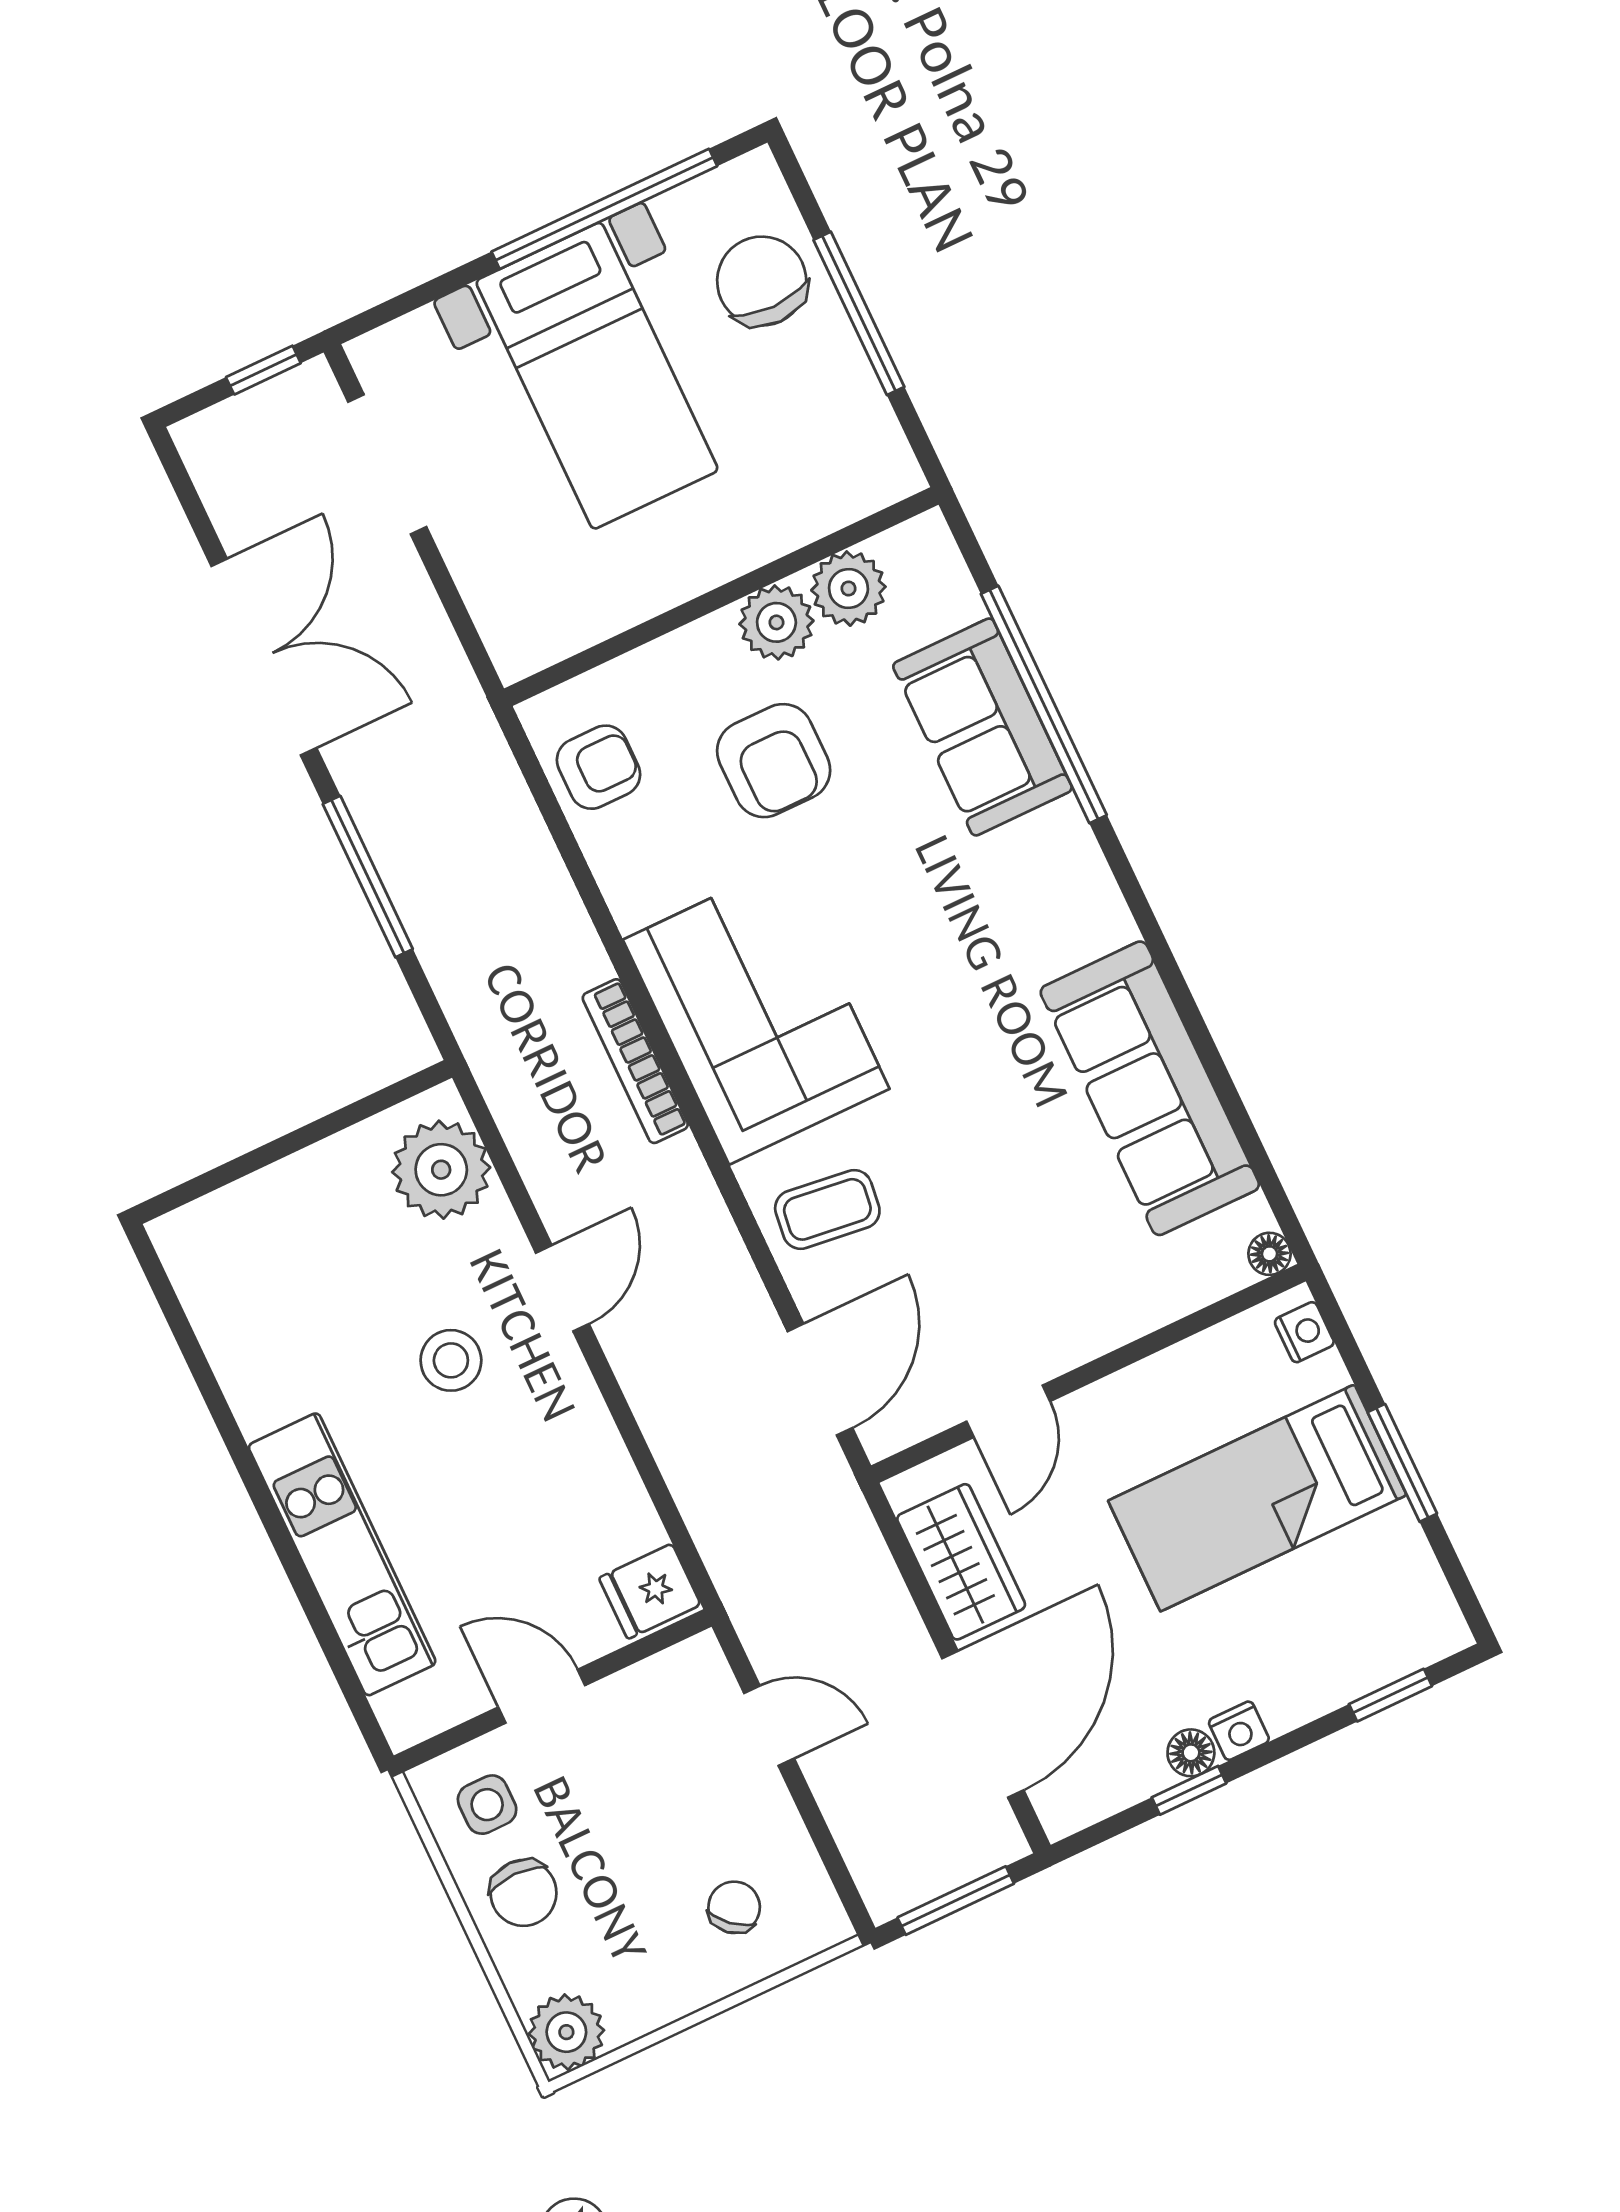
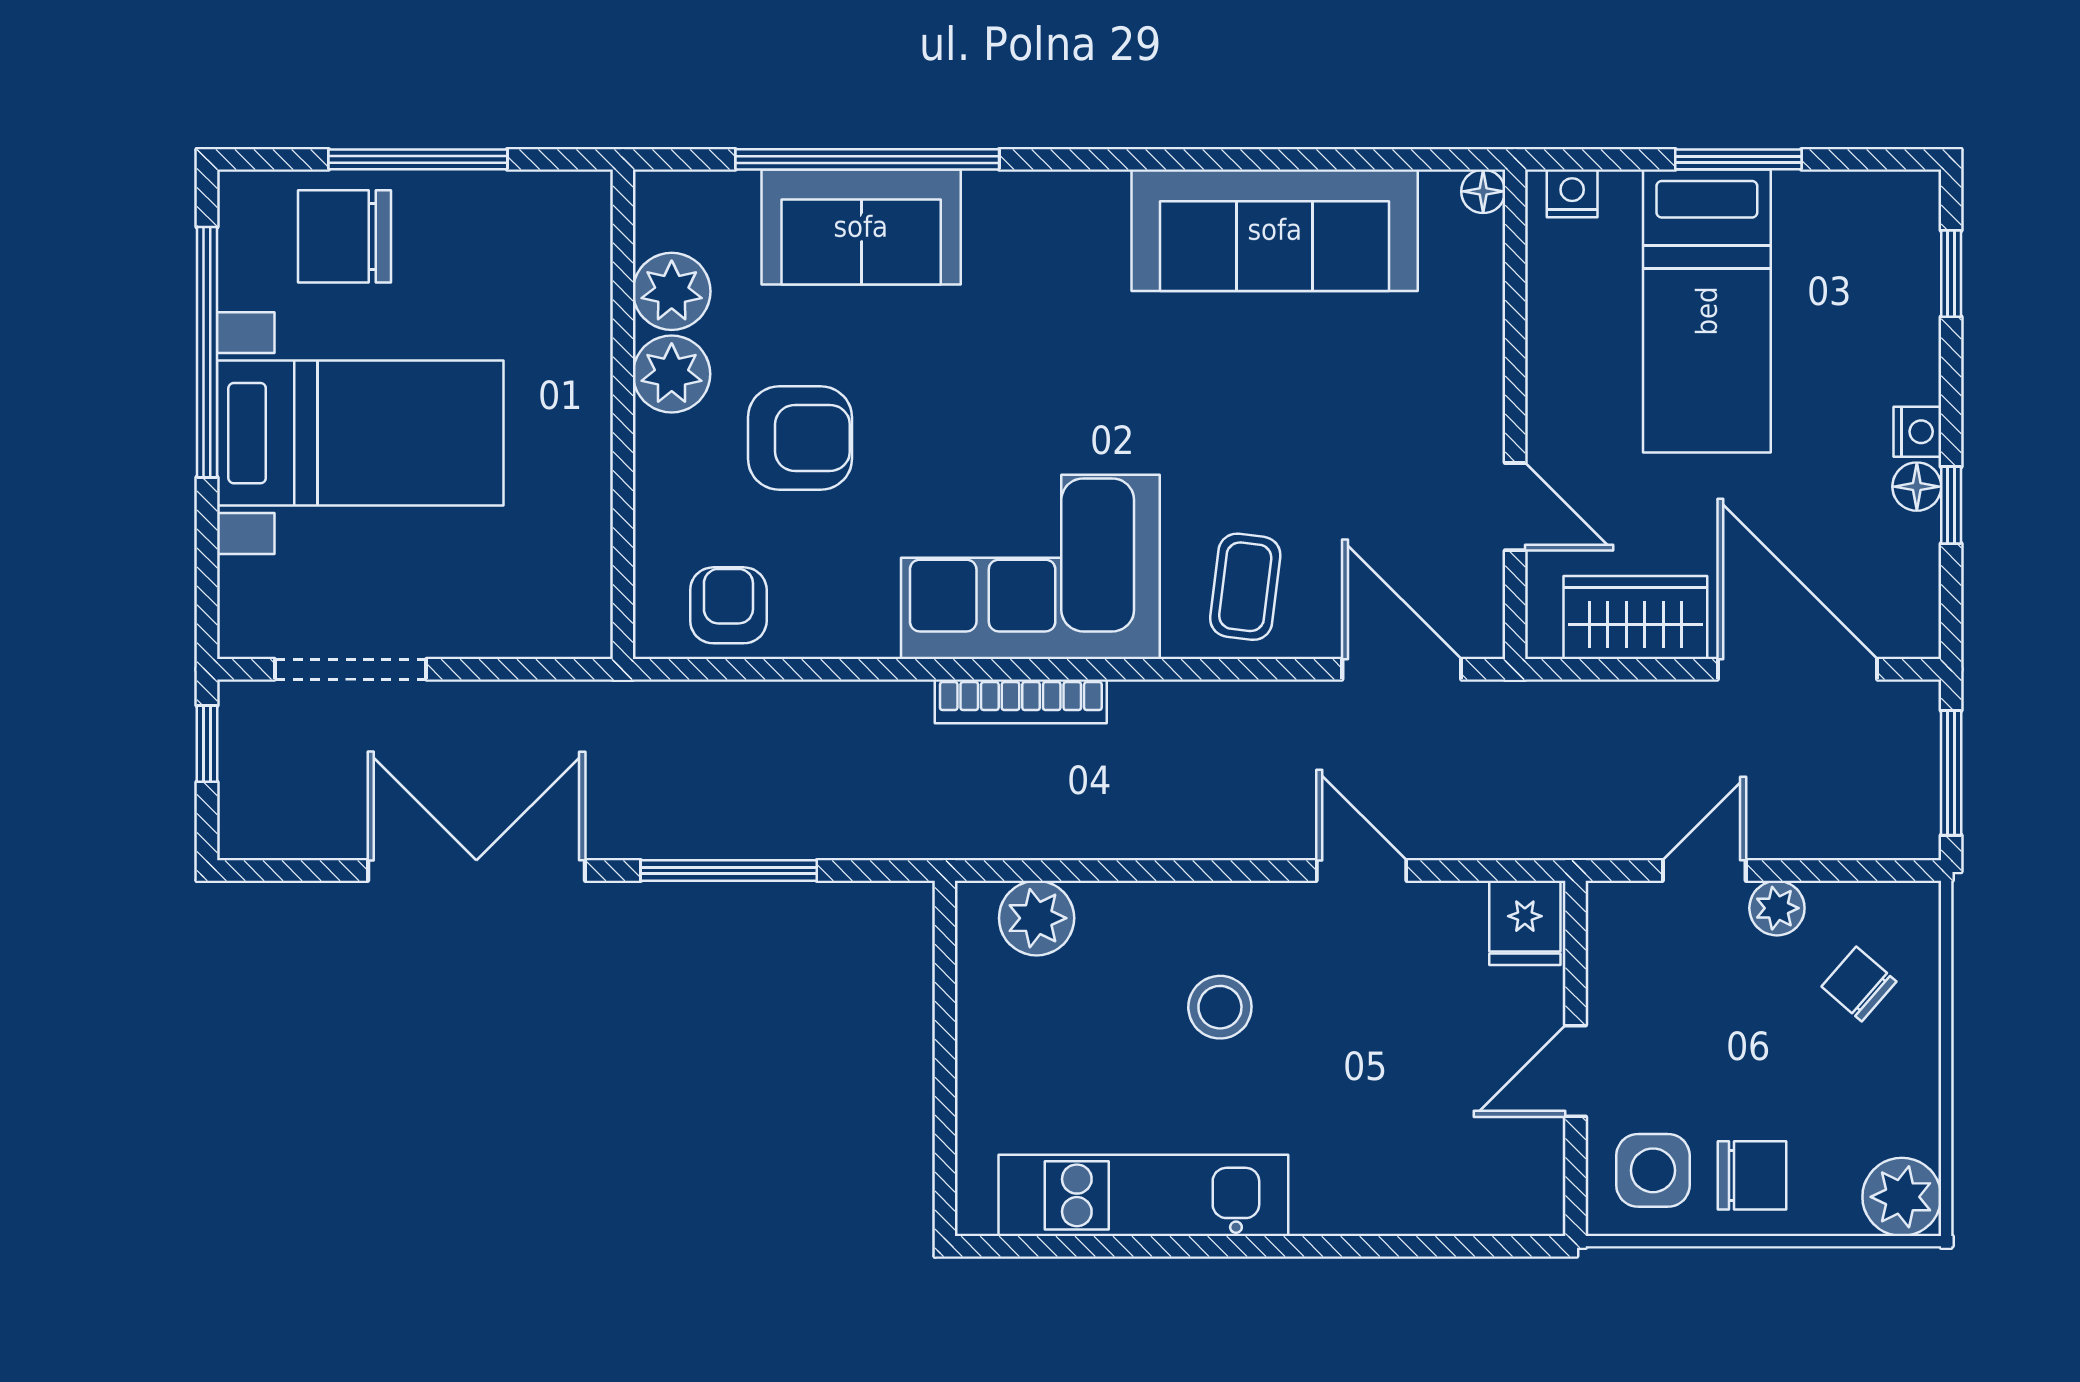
plant: (441, 1170) -> (1037, 918), width x0.73, depth x0.73
door: (562, 1288) -> (1362, 871), moved
kitchen unit: (342, 1554) -> (1143, 1195), moved
side table: (487, 1805) -> (1653, 1170), width x1.37, depth x1.37
plant: (766, 1805) -> (1777, 908), added

